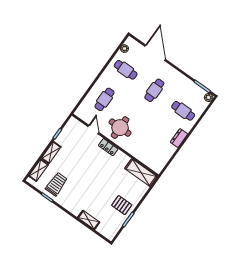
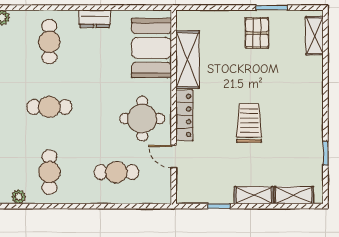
door: (93, 130) -> (174, 157), hinge flipped
locker: (108, 147) -> (184, 115), width x1.53
booth: (148, 154) -> (152, 48), added
shelving: (141, 173) -> (188, 60), moved
trolley: (56, 184) -> (249, 123), moved, turned 90
shelving: (89, 220) -> (315, 36), moved

